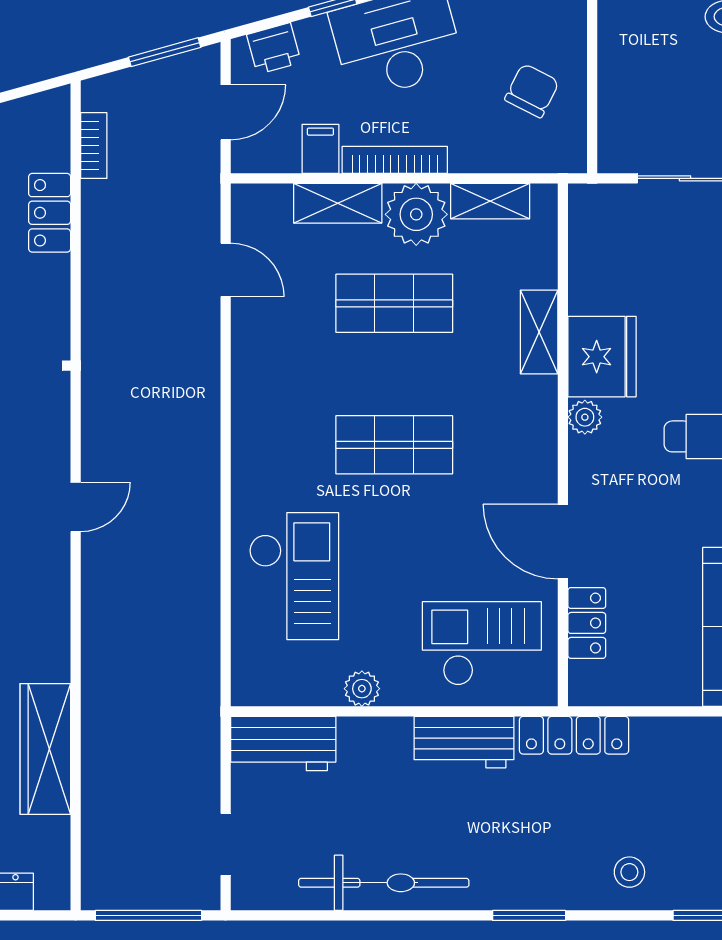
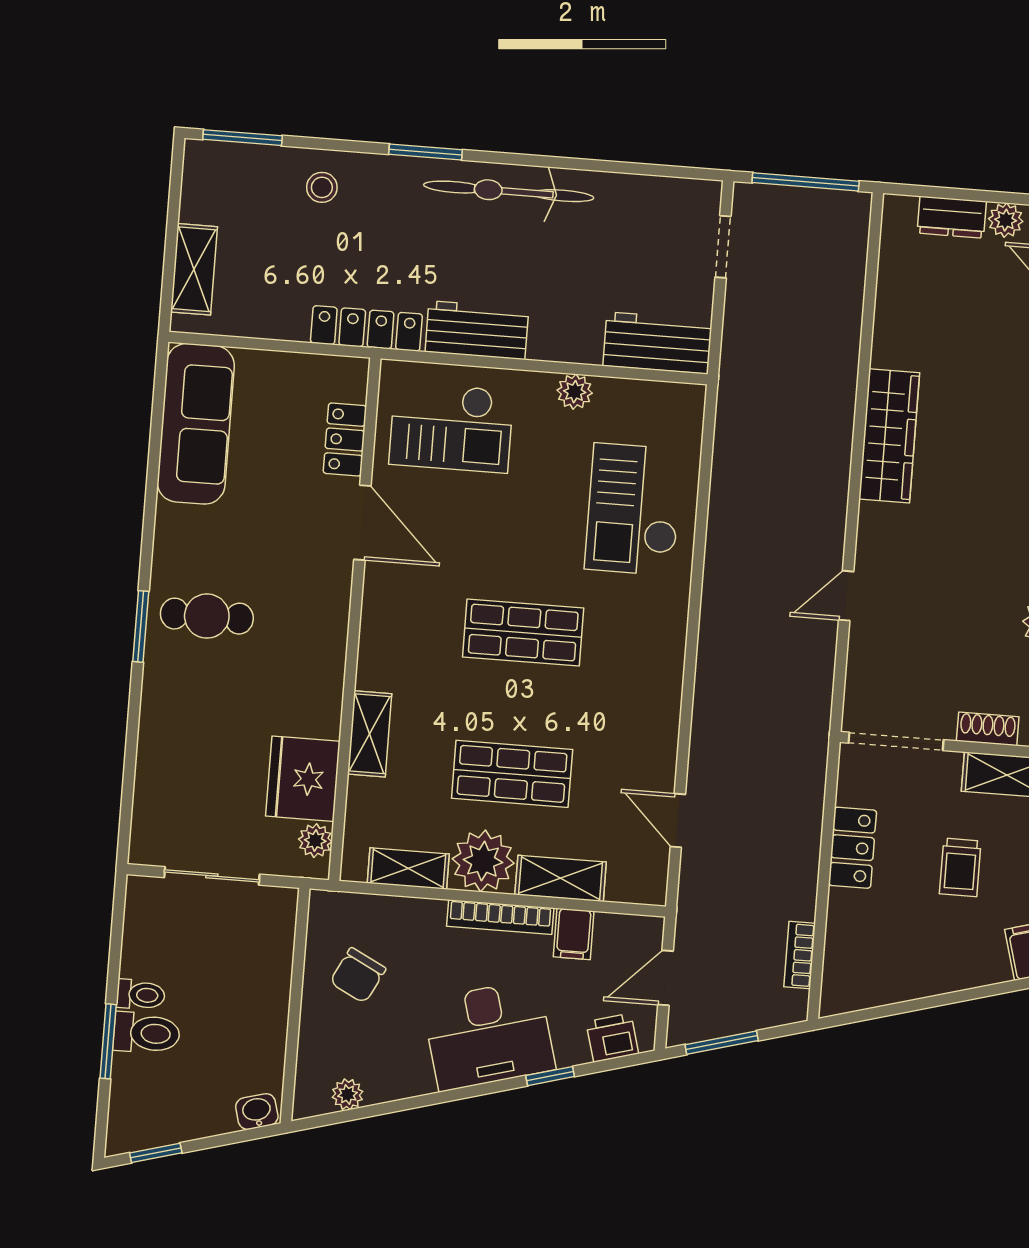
locker: (50, 213) -> (852, 848), moved
fridge: (602, 357) -> (303, 779), moved
plant: (585, 417) -> (315, 841), moved
wardrobe: (45, 749) -> (889, 436), moved
bicycle: (384, 883) -> (509, 191), moved

